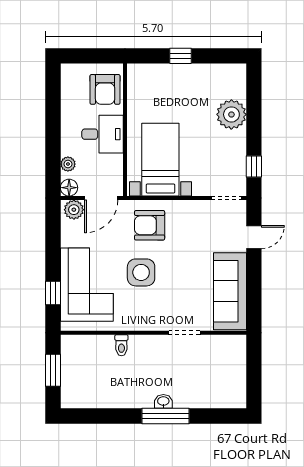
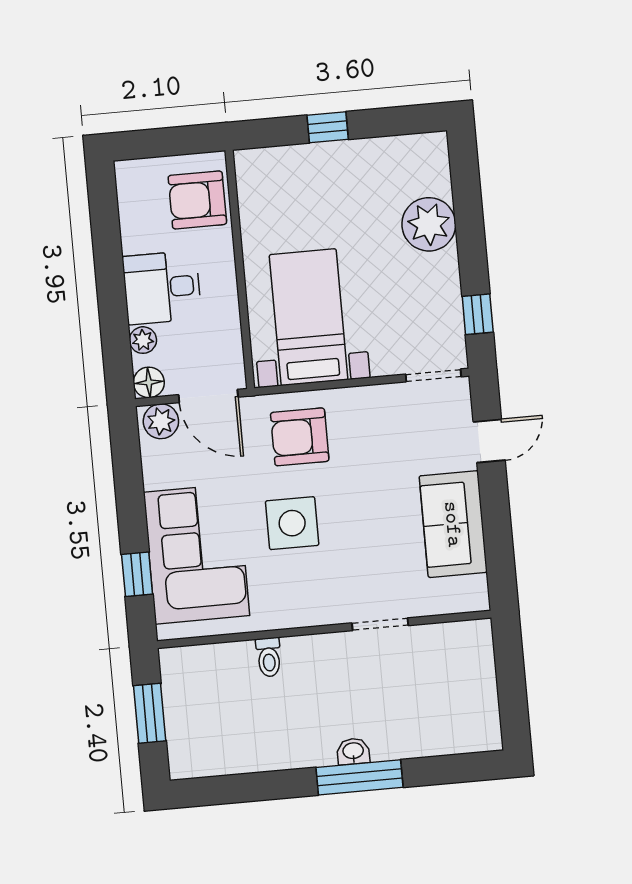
armchair: (105, 89) -> (197, 200), turned 90
desk: (103, 134) -> (162, 288), moved, turned 180
door: (101, 198) -> (208, 396), hinge flipped
sofa: (230, 291) -> (453, 524), width x0.73

